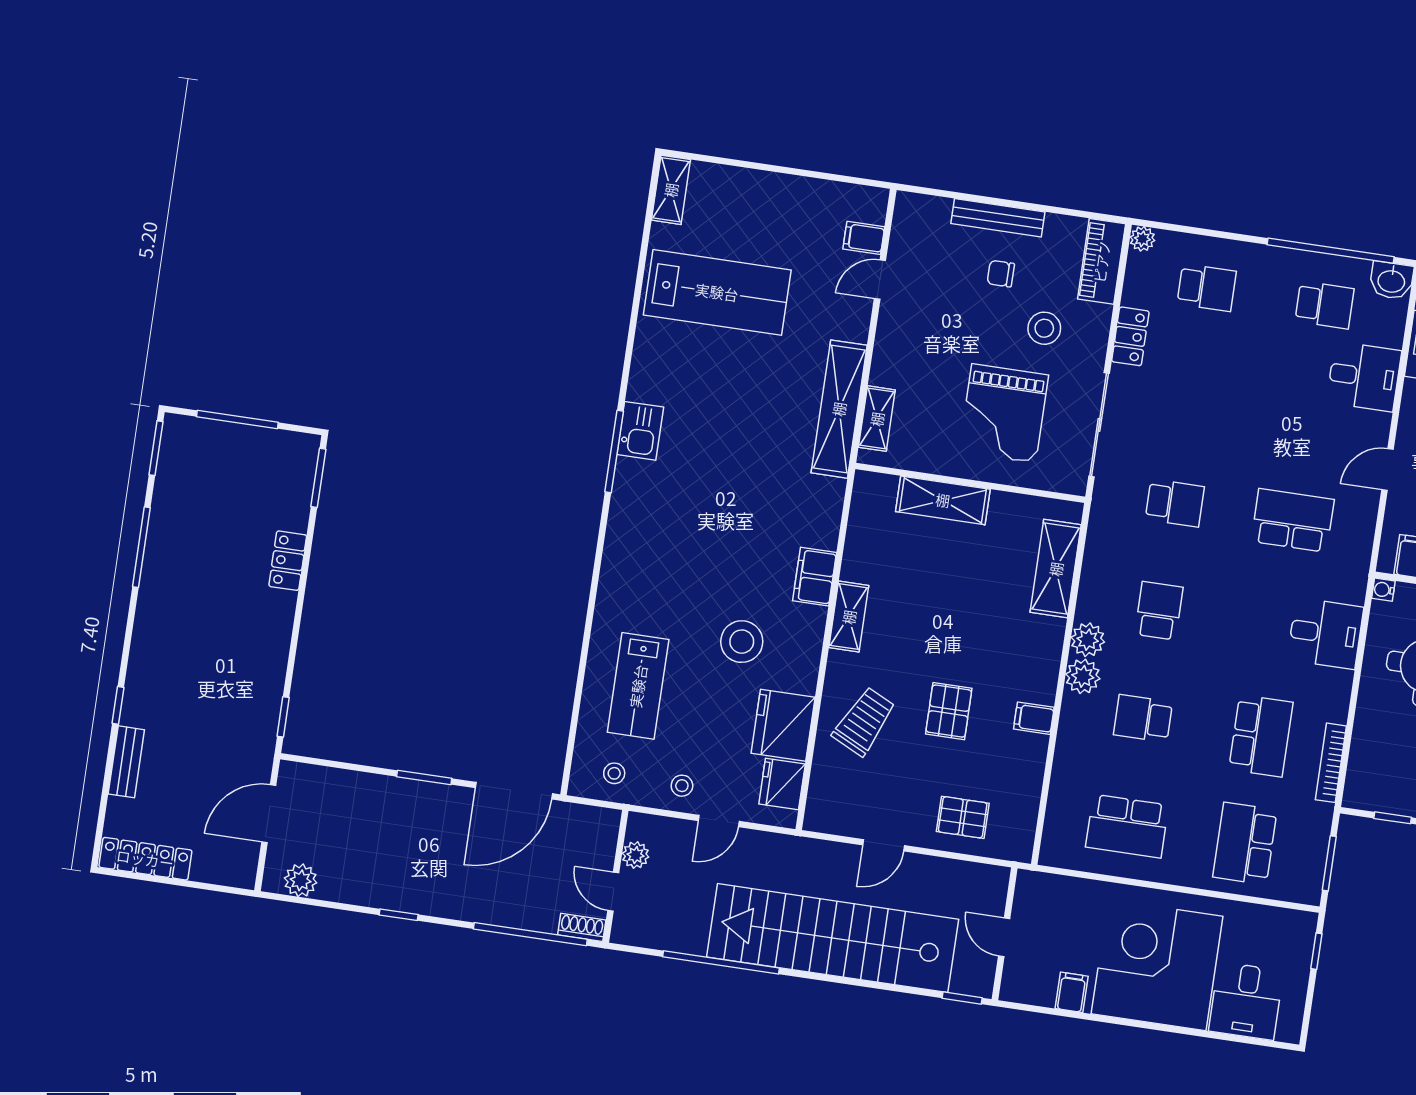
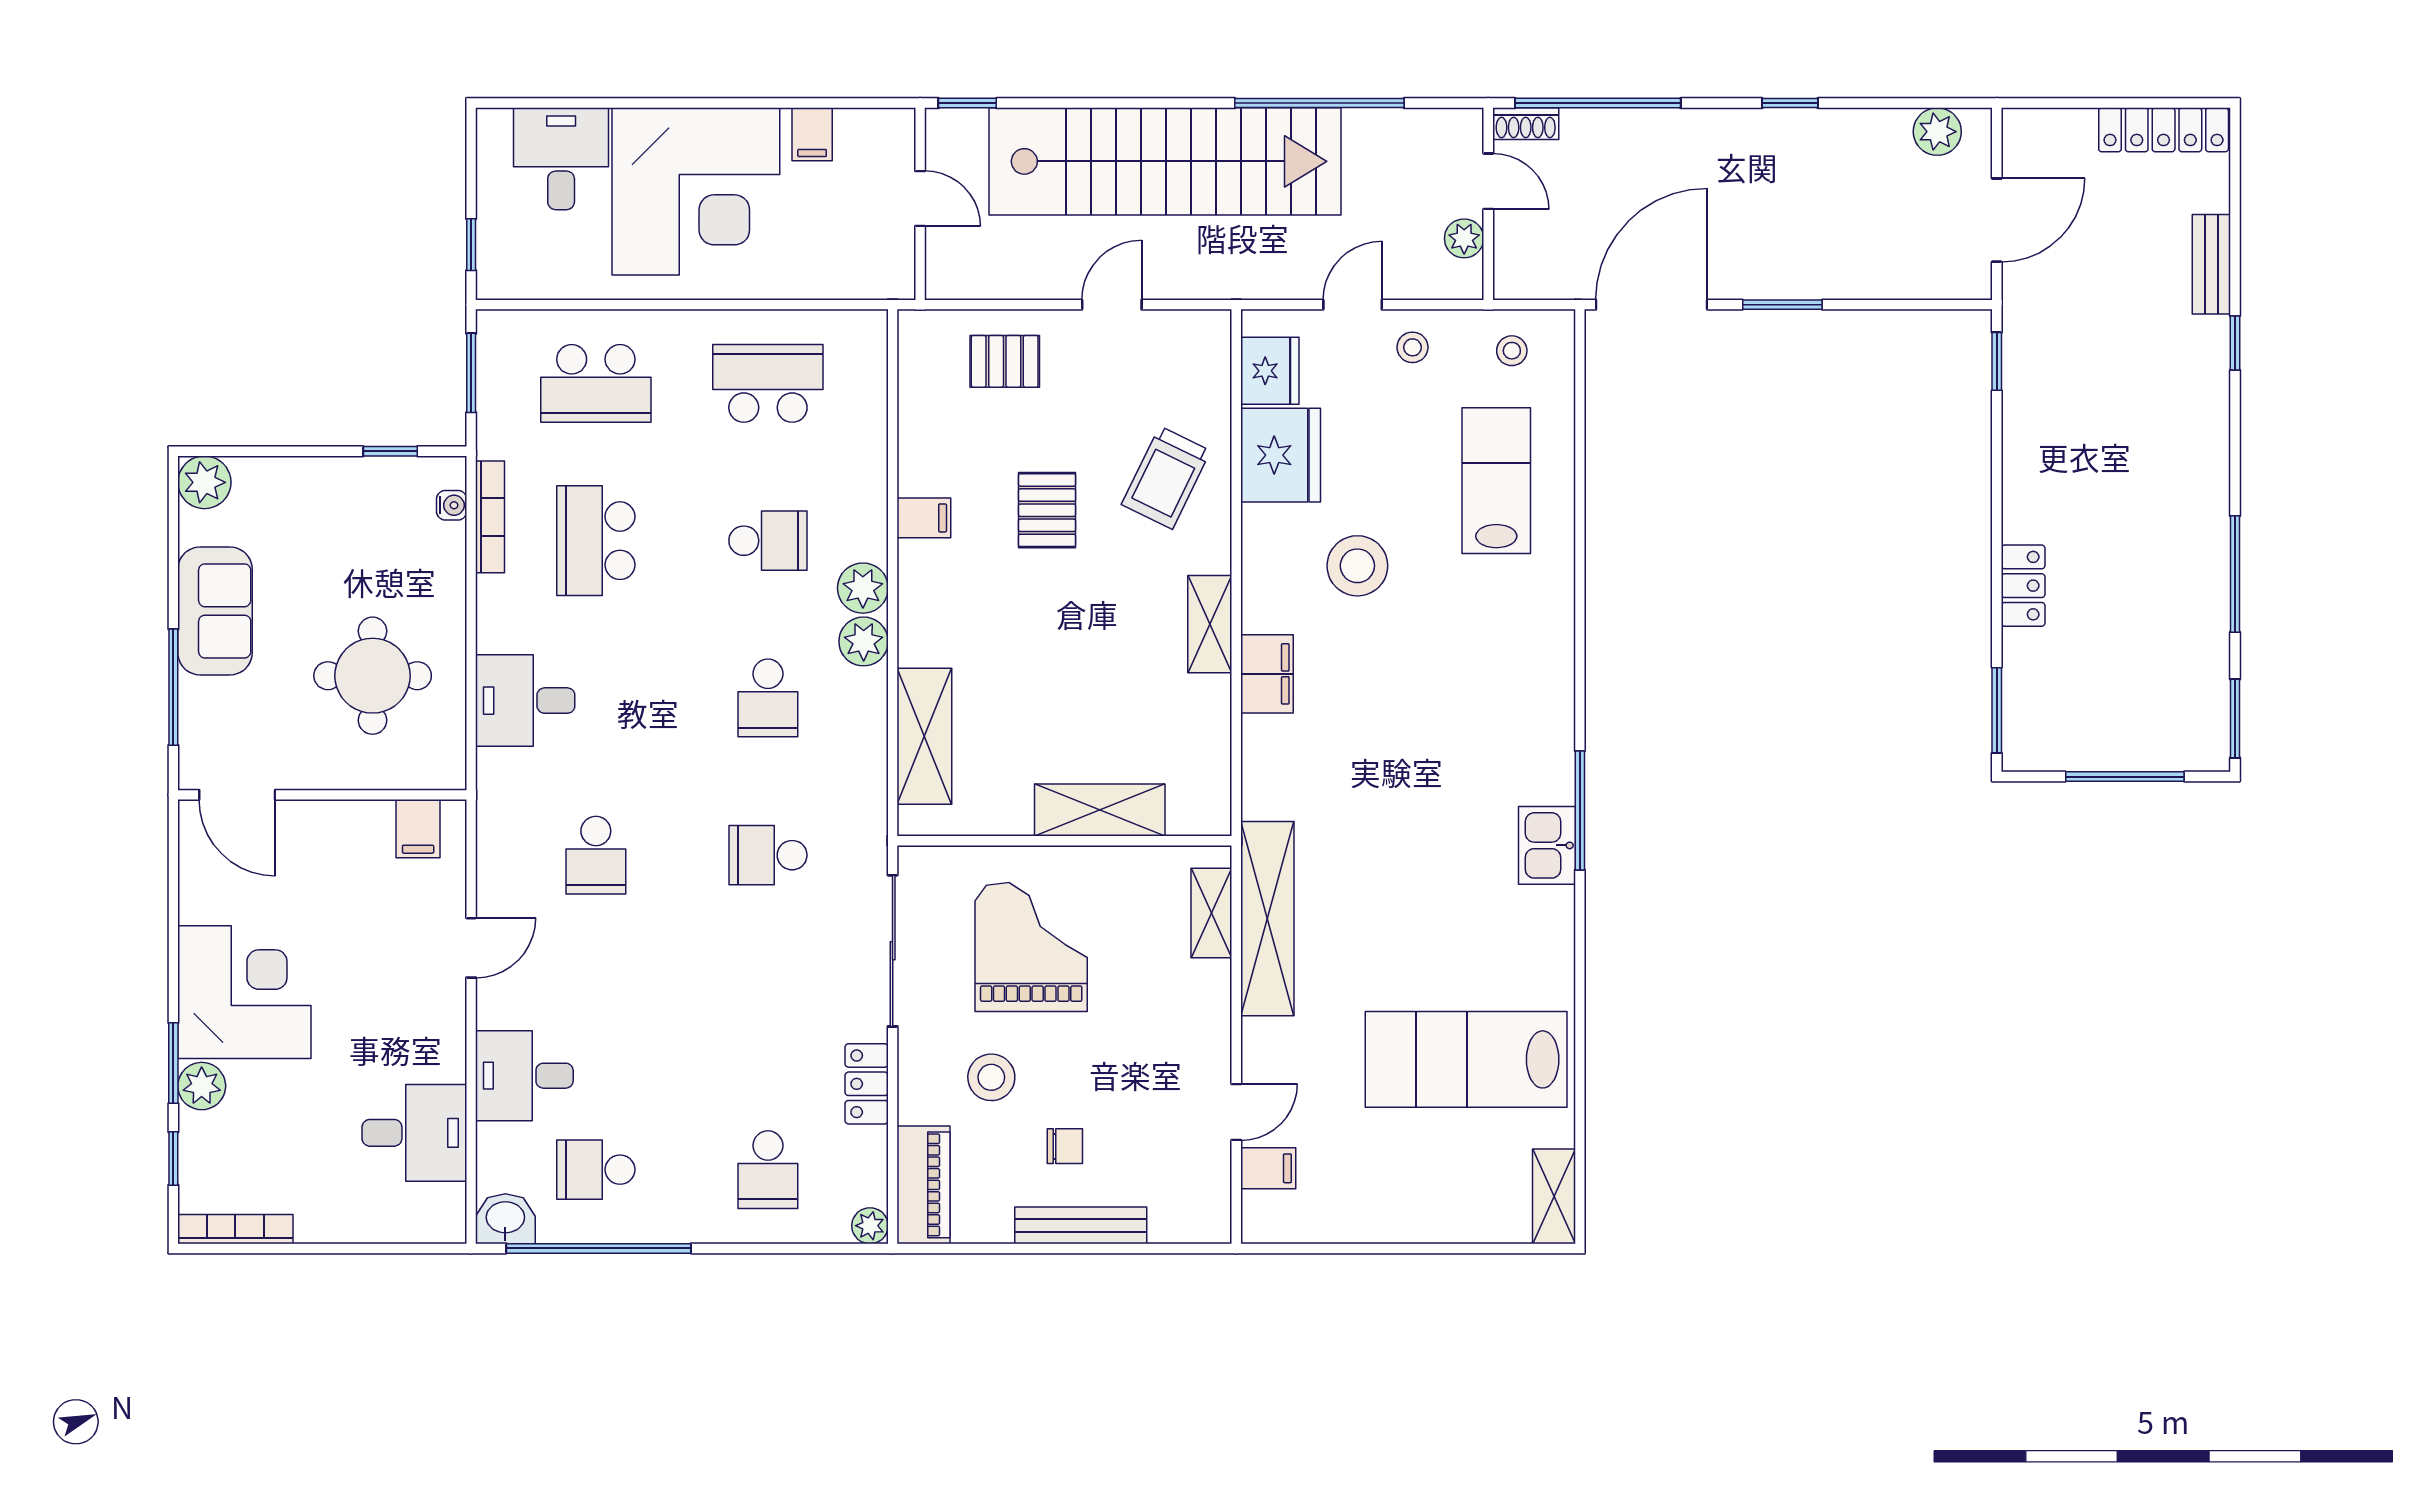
school desk: (1207, 288) -> (768, 1170), turned -90
school desk: (1293, 520) -> (596, 855), width x0.54
water cooler: (1383, 590) -> (452, 505), moved
school desk: (1245, 844) -> (596, 383), turned 90

